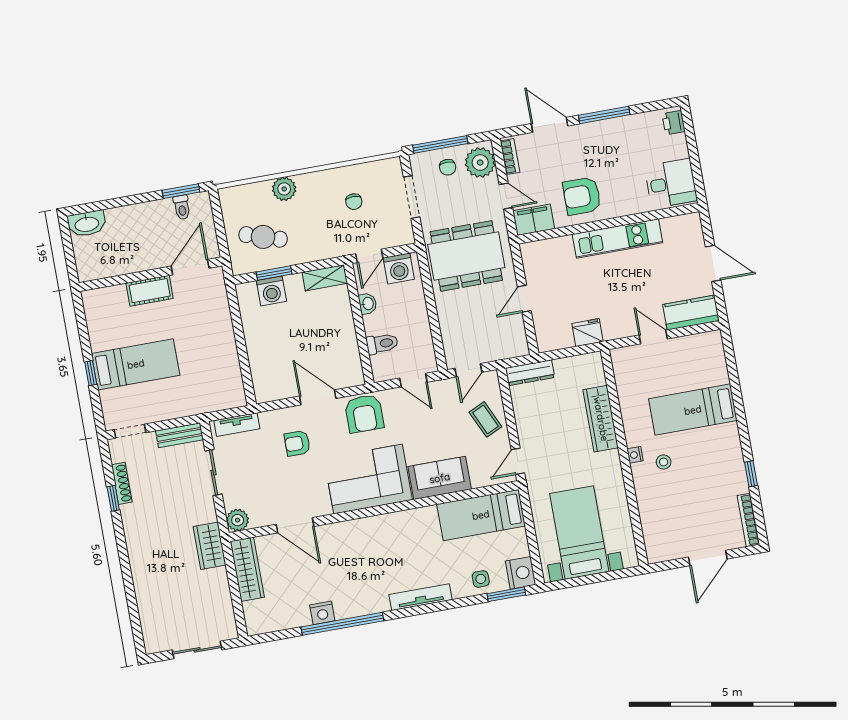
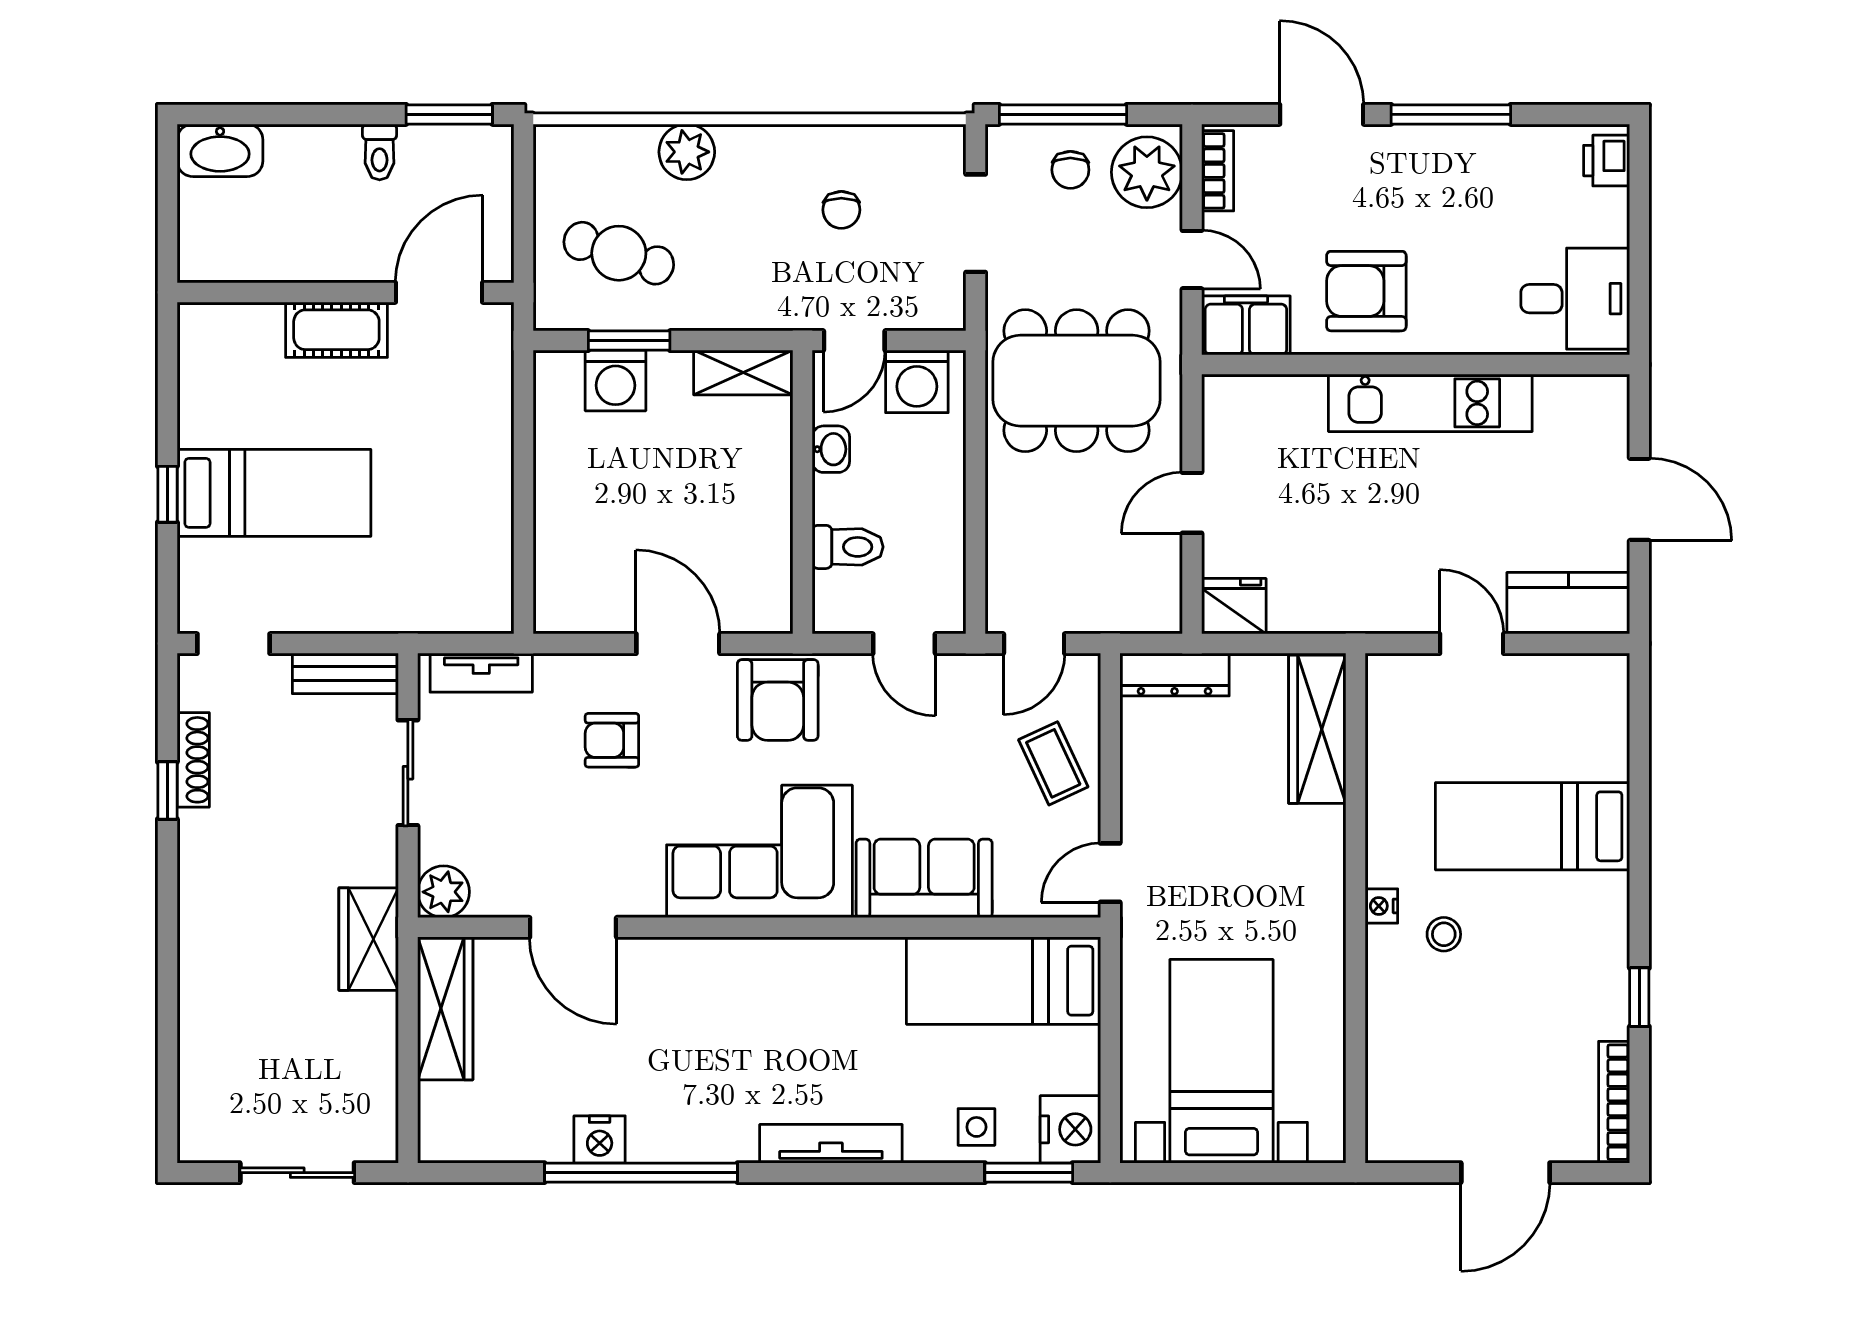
toilet: (182, 207) -> (380, 152), moved
fridge: (588, 333) -> (1234, 606), moved
wardrobe: (601, 419) -> (1317, 729), moved

